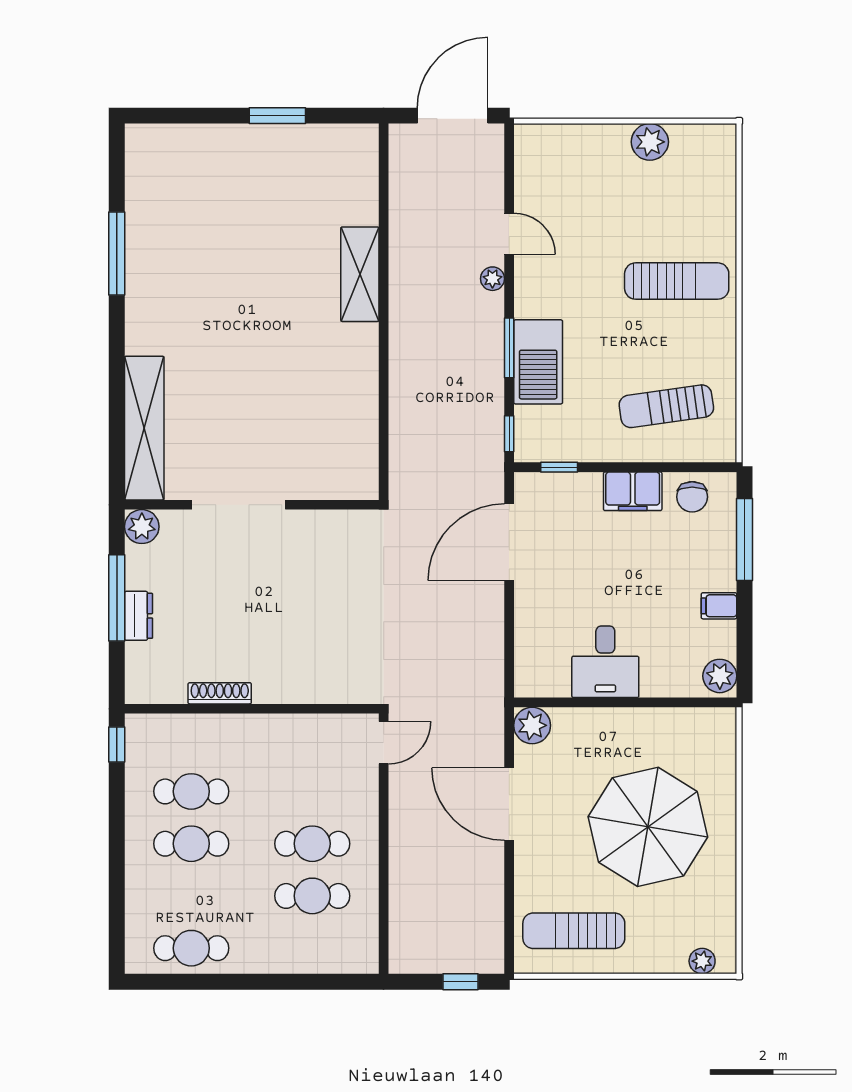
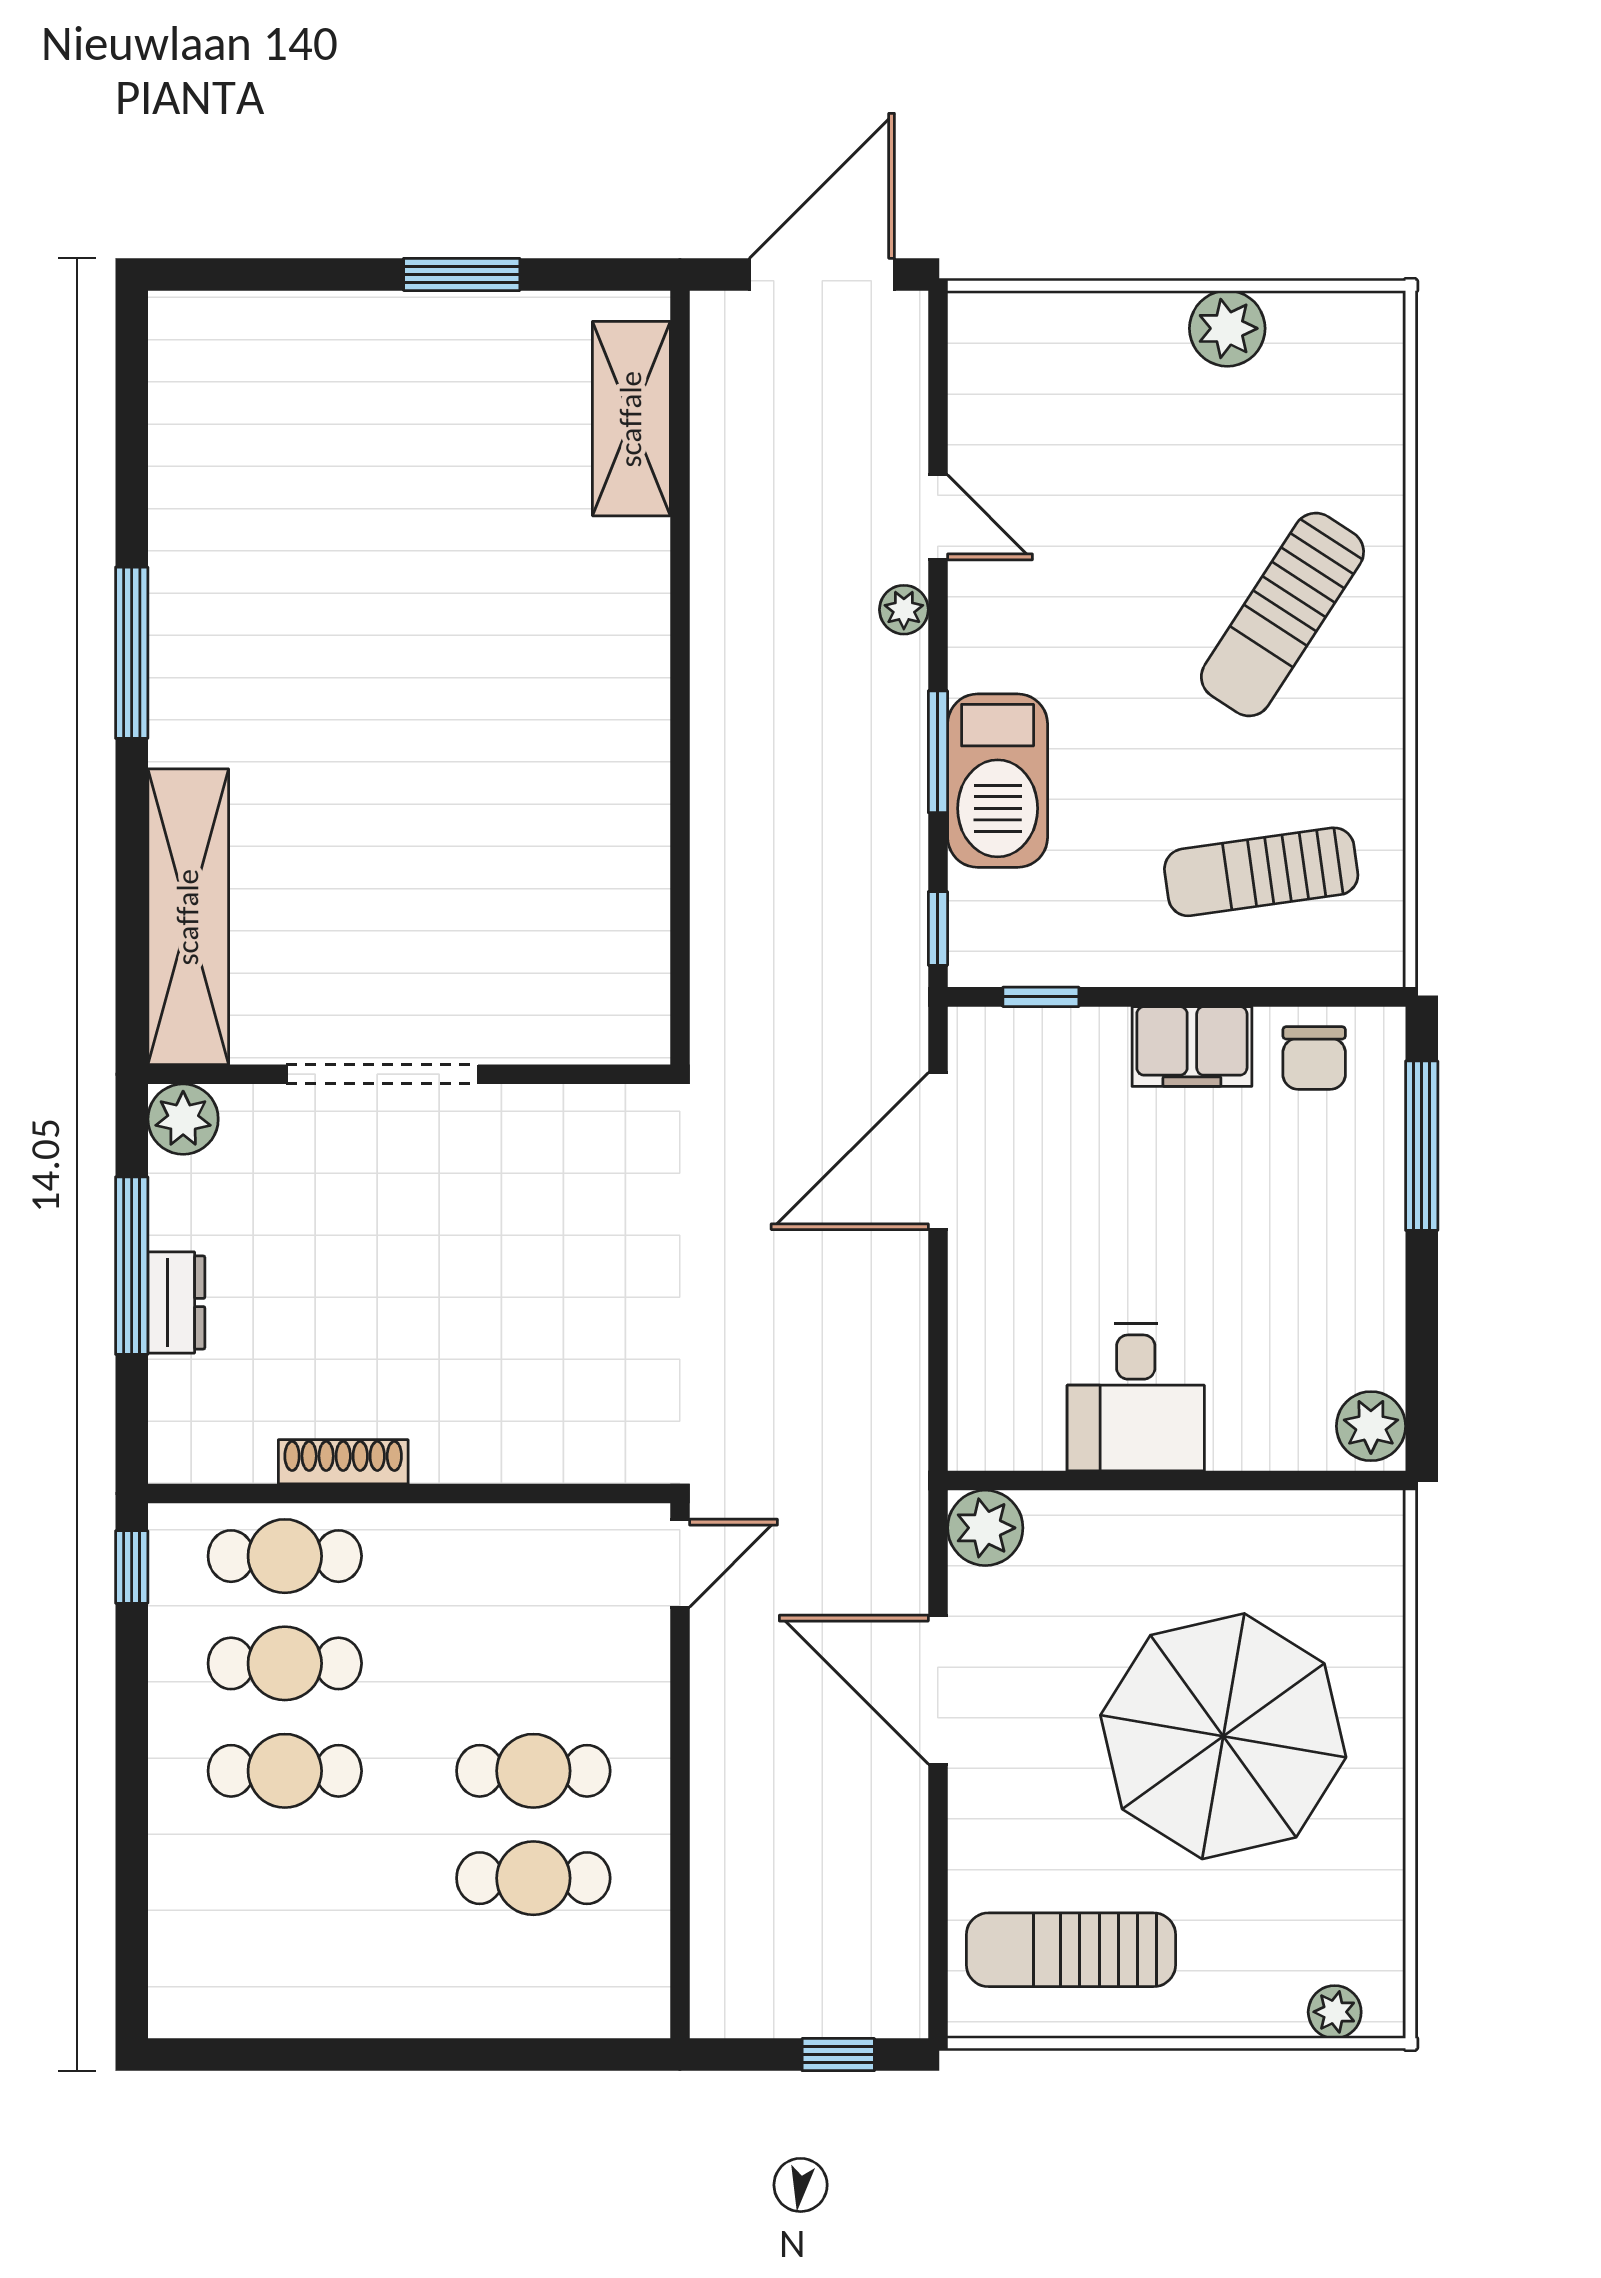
window: (117, 254) -> (132, 653), moved
shelving: (360, 274) -> (631, 419), moved
sun lounger: (677, 281) -> (1282, 614), turned 123
filing cabinet: (719, 606) -> (1369, 1282), removed
cafe table: (191, 948) -> (285, 1556), moved

